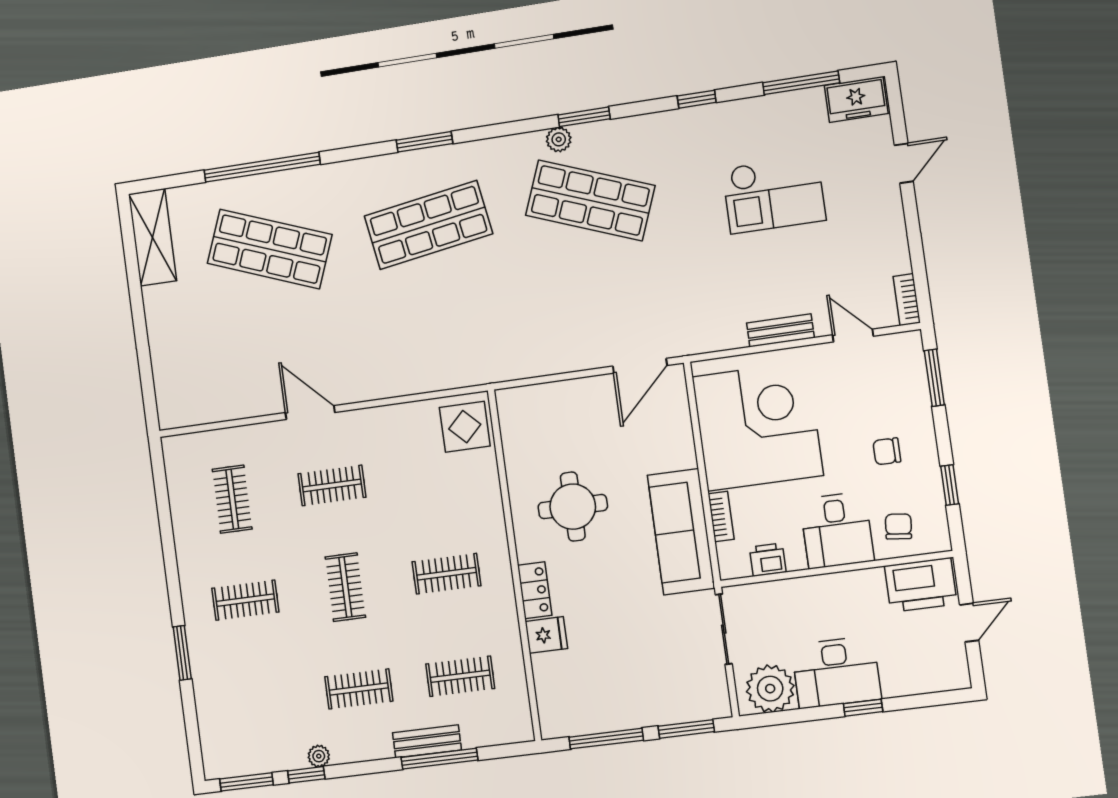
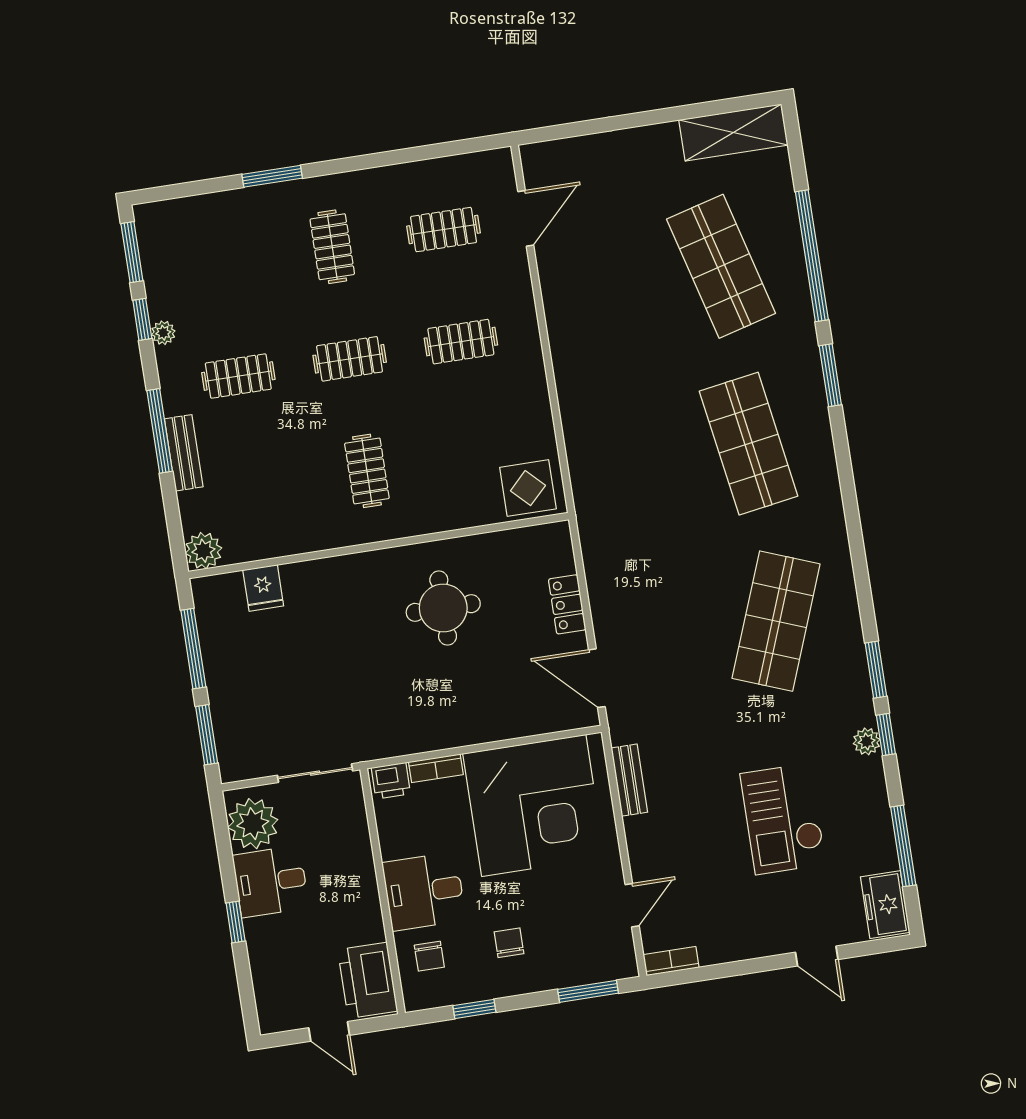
window: (584, 117) -> (876, 670), moved
plant: (559, 139) -> (867, 741), moved
window: (424, 142) -> (830, 375), moved
shop shelf: (270, 249) -> (721, 266), turned -36
bench: (780, 330) -> (629, 780), moved
door: (310, 413) -> (526, 218), moved
clothes rail: (332, 485) -> (461, 342), turned 90
chair: (898, 526) -> (429, 956), turned 84
sofa: (681, 532) -> (419, 726), removed
printer: (768, 560) -> (391, 781), moved, turned 90
locker: (535, 590) -> (567, 604), moved, turned 90
fridge: (546, 635) -> (263, 588), moved
desk: (836, 672) -> (271, 881), width x0.73
clothes rail: (460, 676) -> (256, 488), removed
clothes rail: (359, 689) -> (238, 376), turned 90
plant: (516, 726) -> (203, 551), added
window: (439, 759) -> (160, 431), moved

